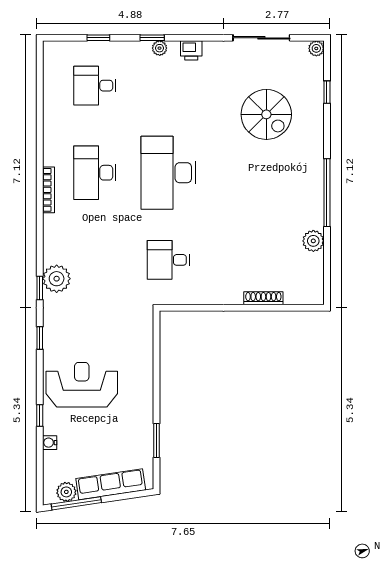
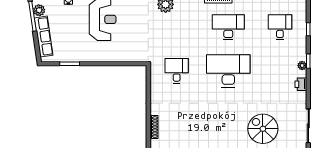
spiral stairs: (266, 114) -> (263, 129), turned 90

